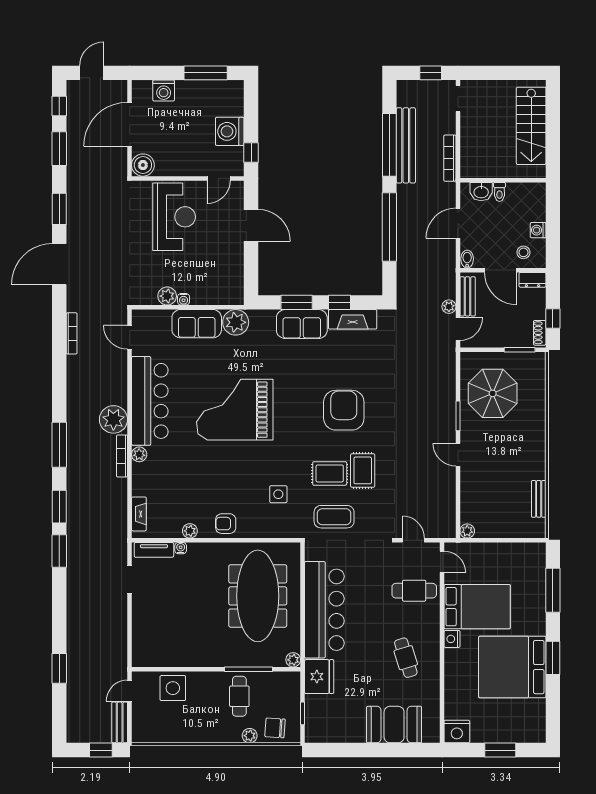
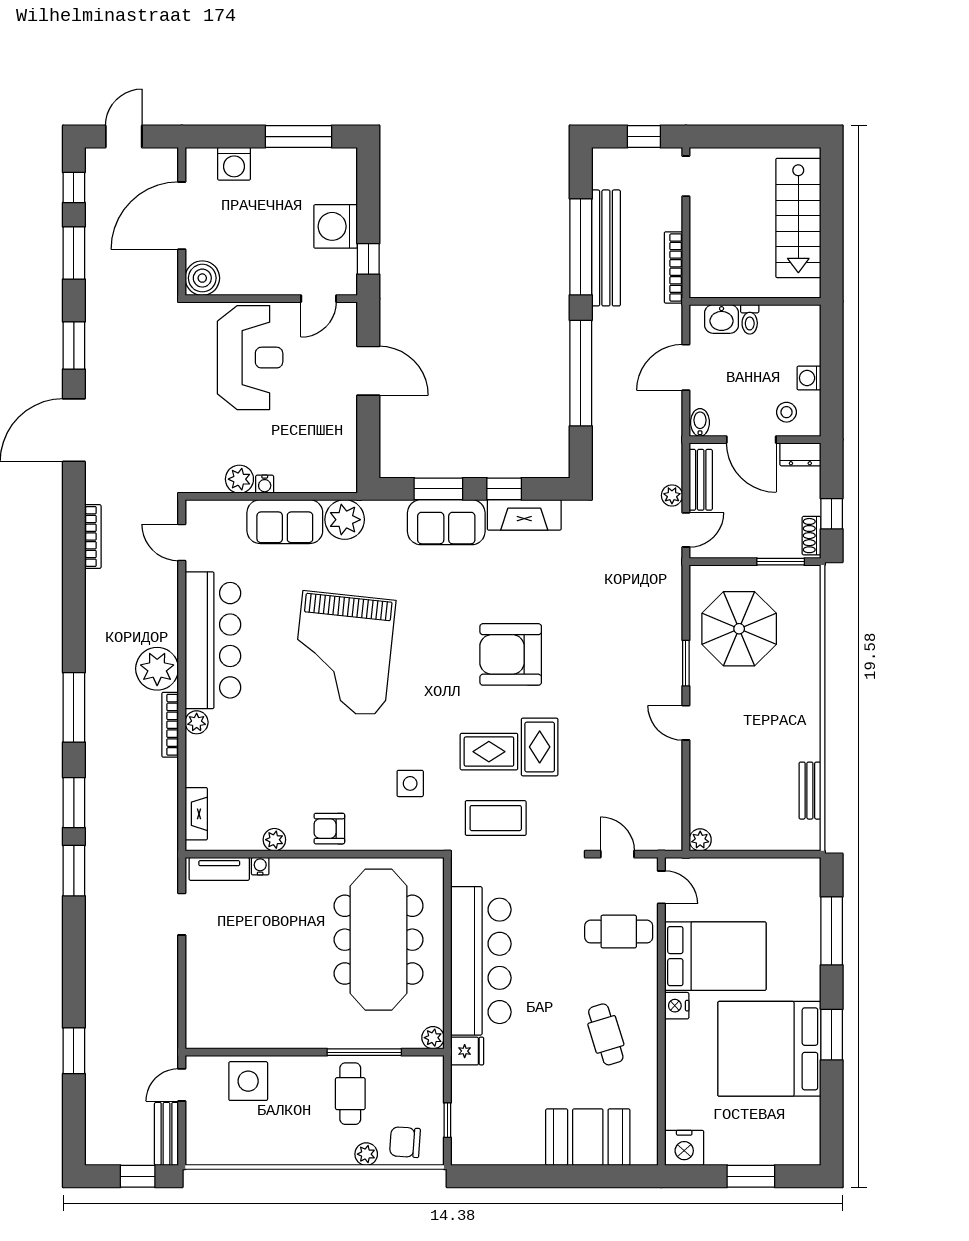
grand piano: (235, 410) -> (343, 654), turned -84
armchair: (344, 410) -> (511, 654), turned -90
fridge: (319, 677) -> (467, 1051), width x0.53, depth x0.75

